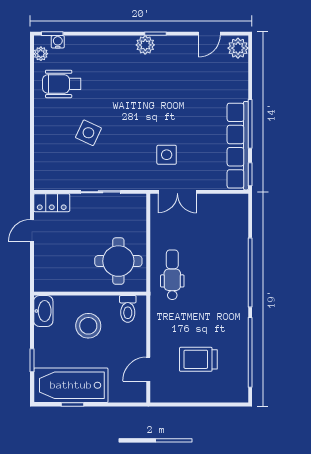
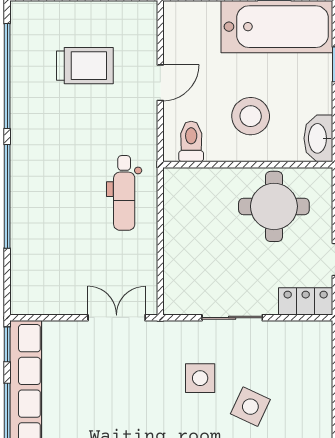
side table: (167, 155) -> (200, 378), moved
round table: (118, 261) -> (274, 206), moved
door: (148, 369) -> (160, 83), moved

